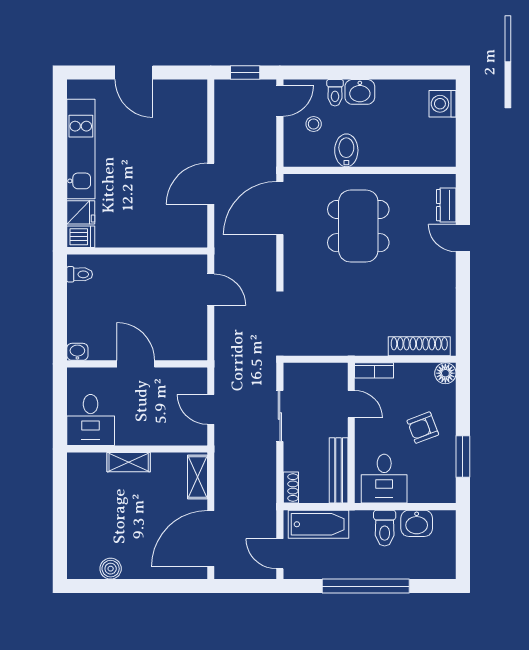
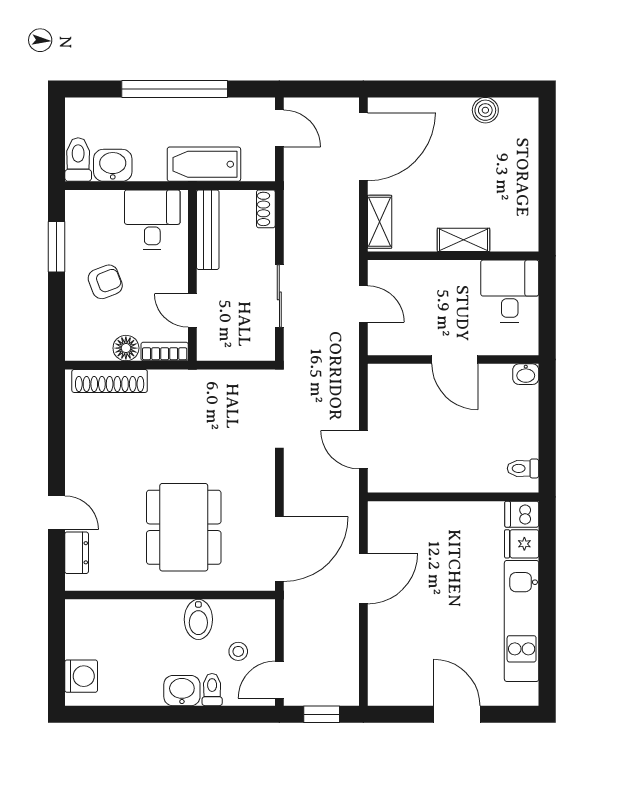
floor lamp: (445, 373) -> (126, 348), moved
bathtub: (319, 524) -> (204, 164), moved
toilet: (385, 528) -> (78, 160), moved

